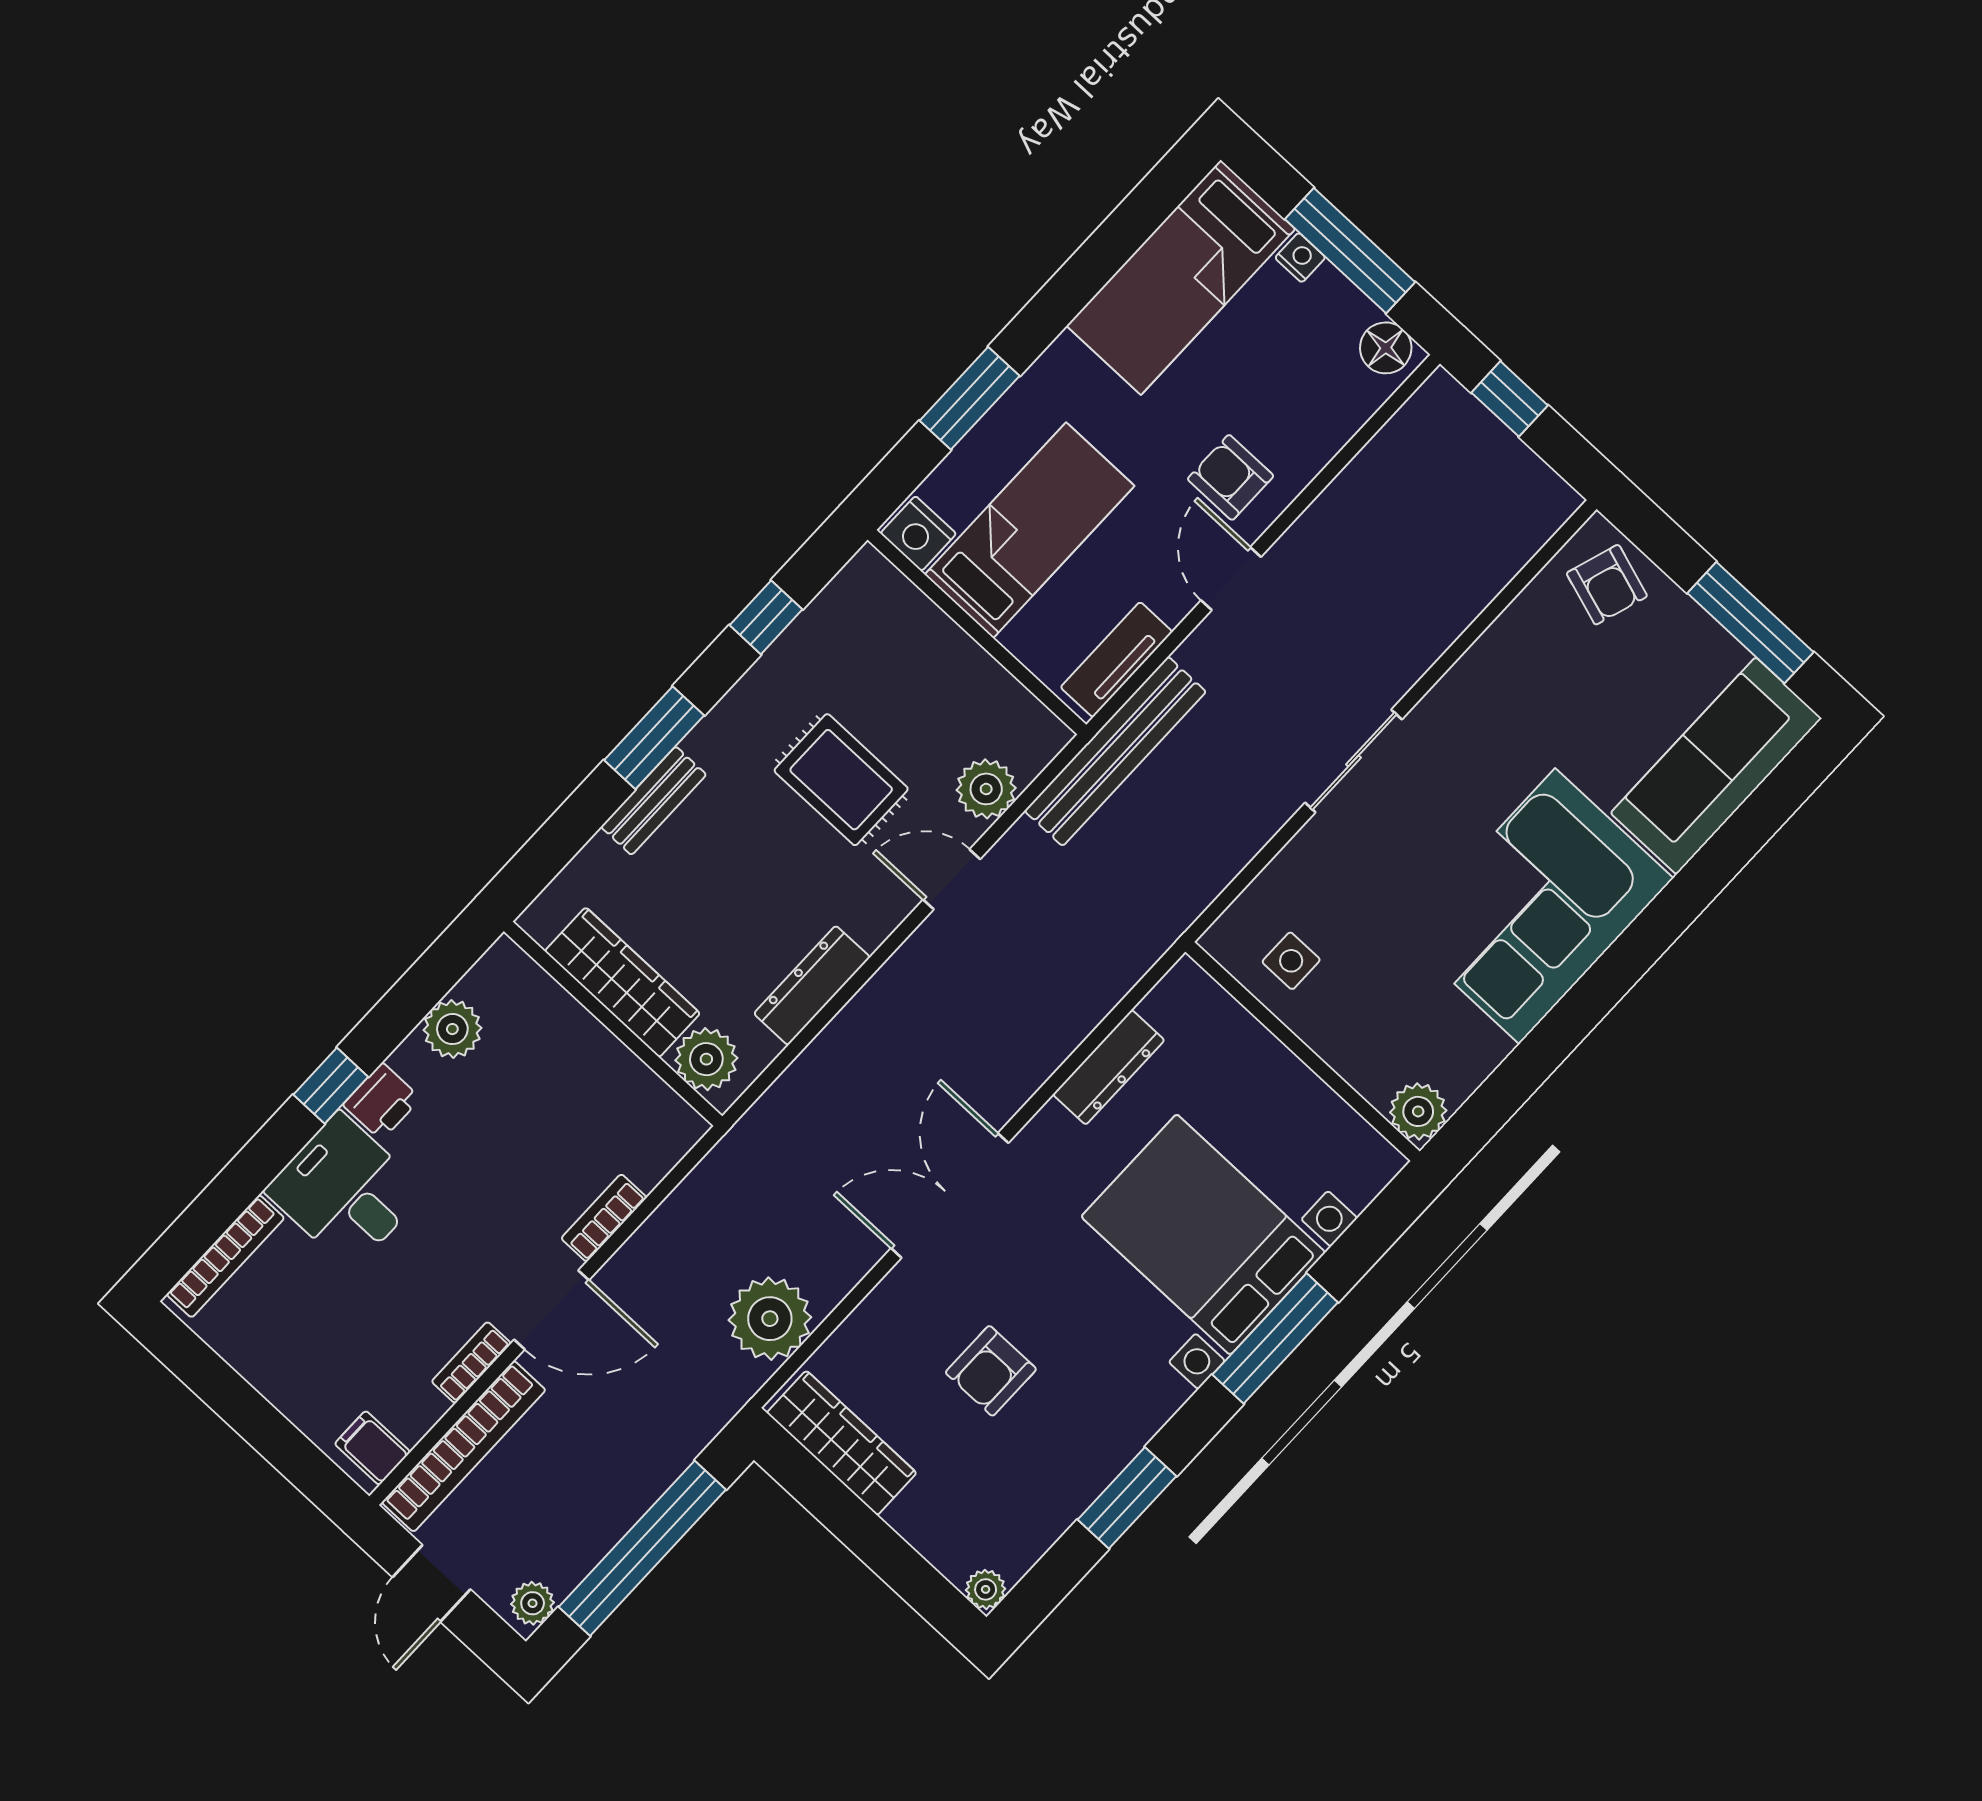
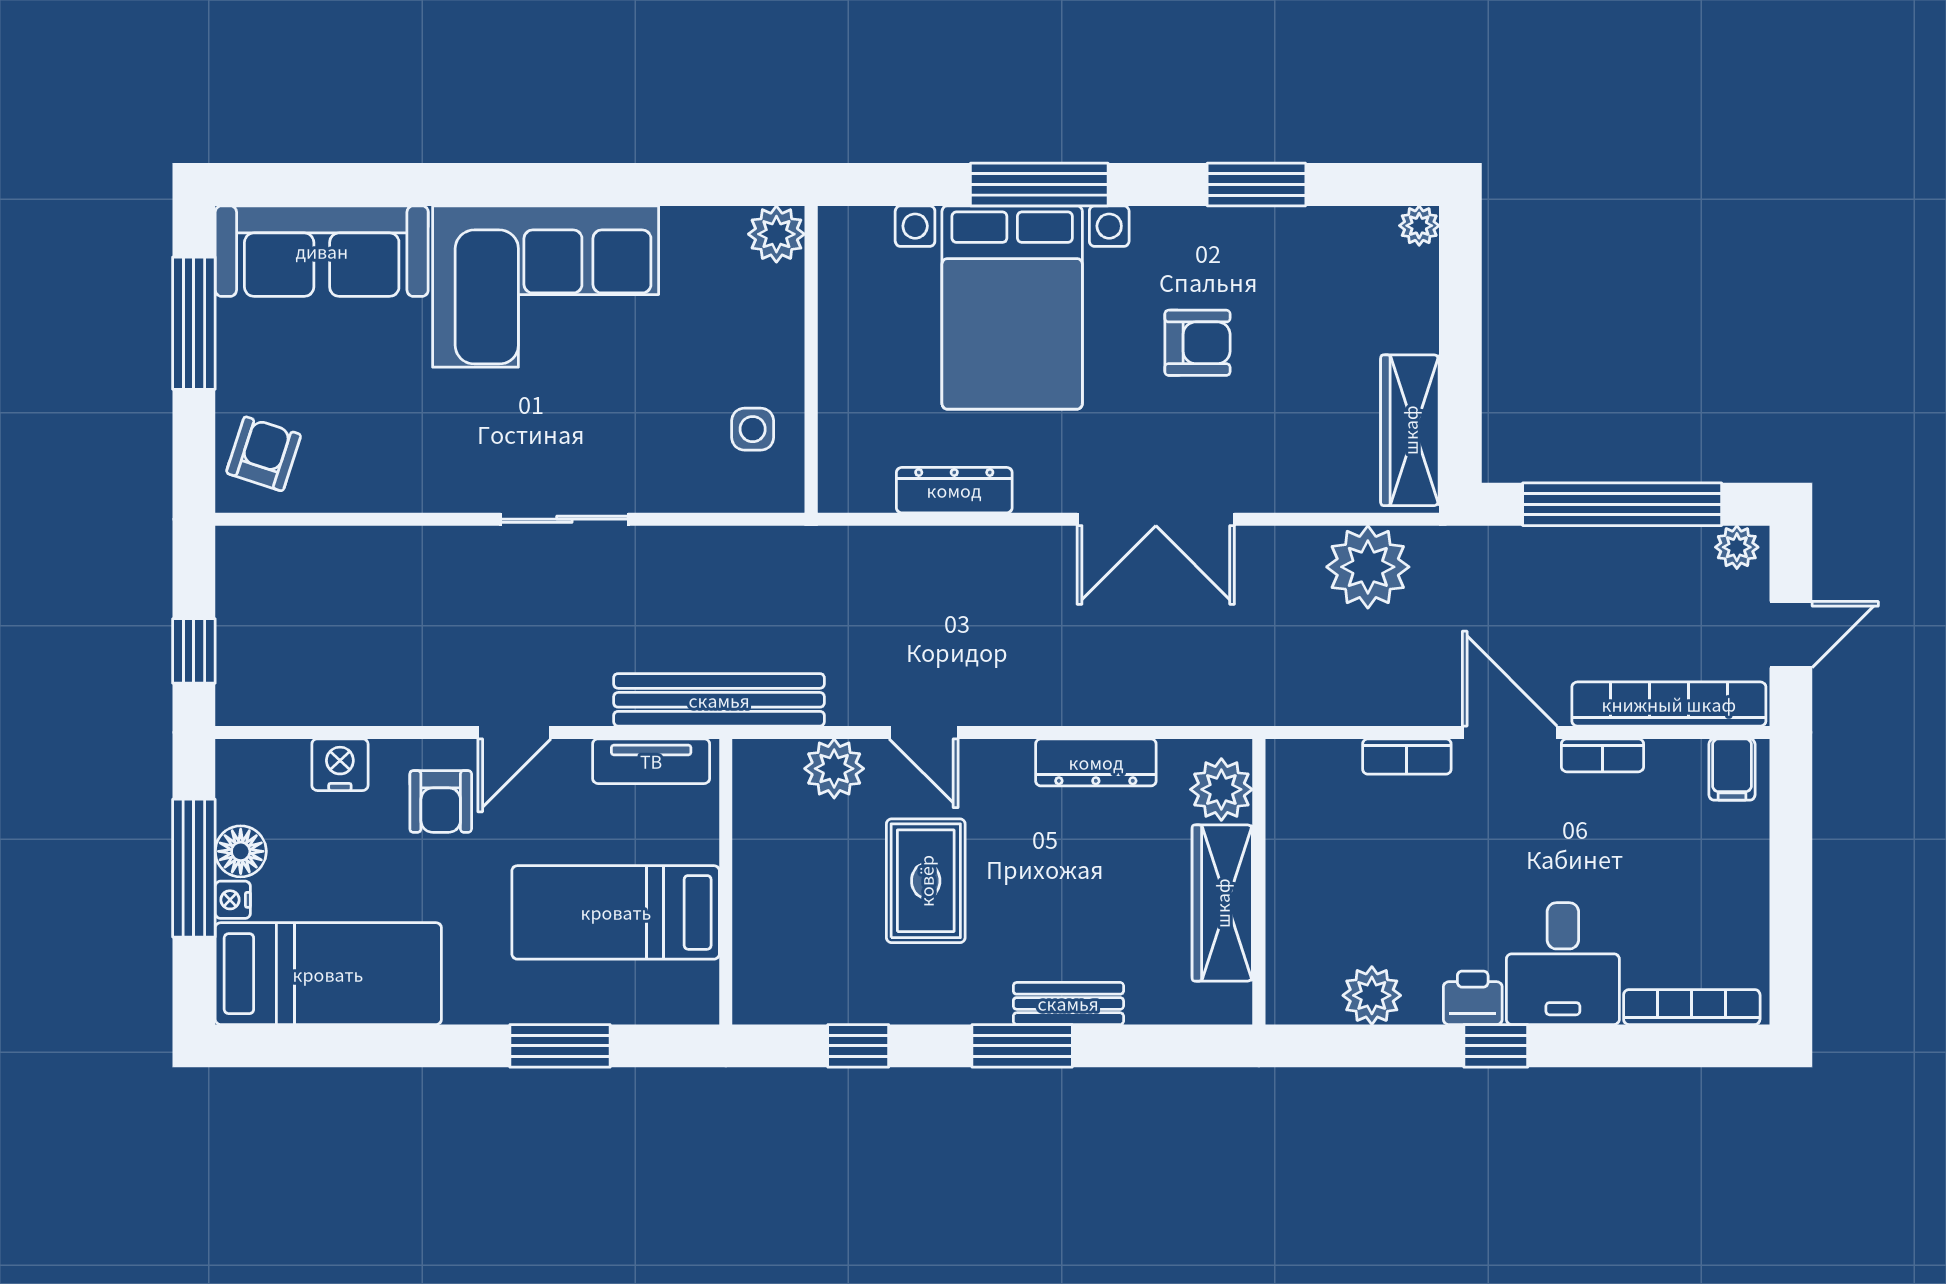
floor lamp: (1386, 348) -> (241, 851), moved
nightstand: (918, 534) -> (340, 765), moved, turned -90
armchair: (991, 1371) -> (1197, 343), moved

